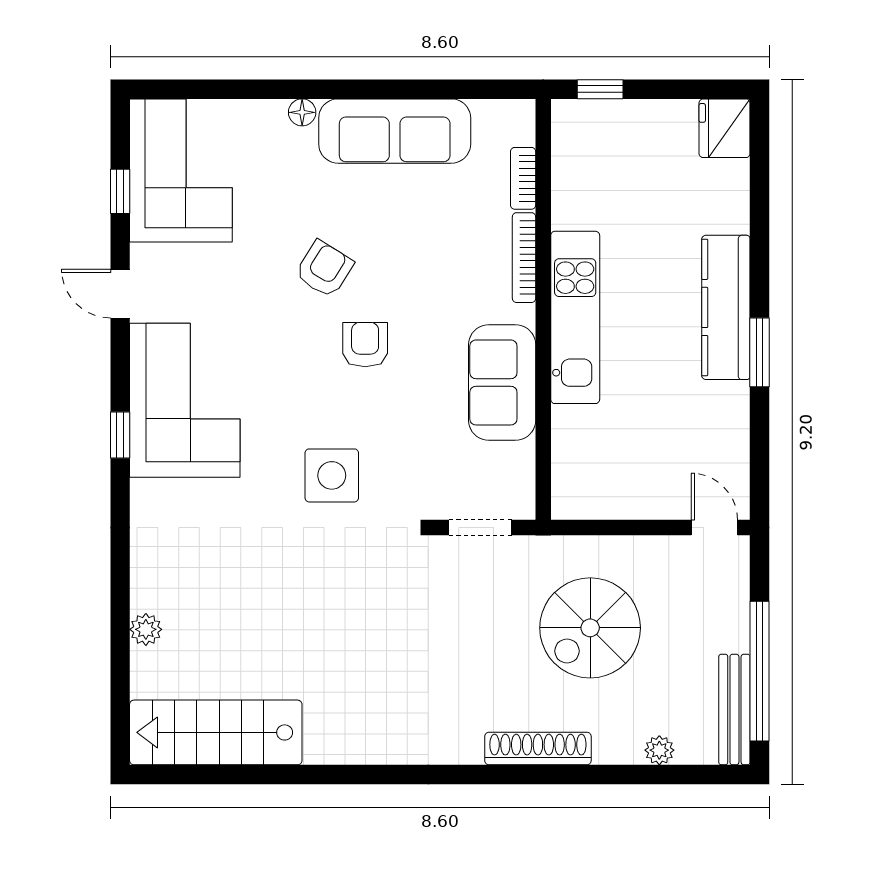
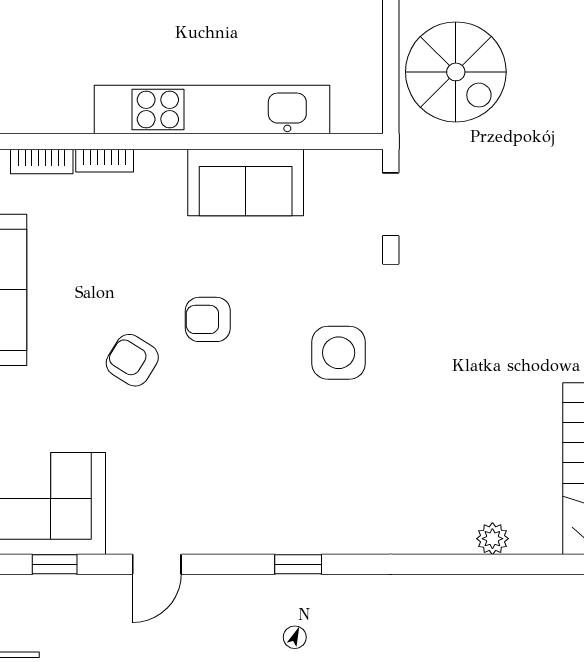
bookcase: (524, 258) -> (105, 161), width x0.64
kitchen unit: (575, 317) -> (212, 109), width x1.36
corner sofa: (185, 400) -> (263, 500), removed
spiral stairs: (590, 628) -> (456, 72), moved

